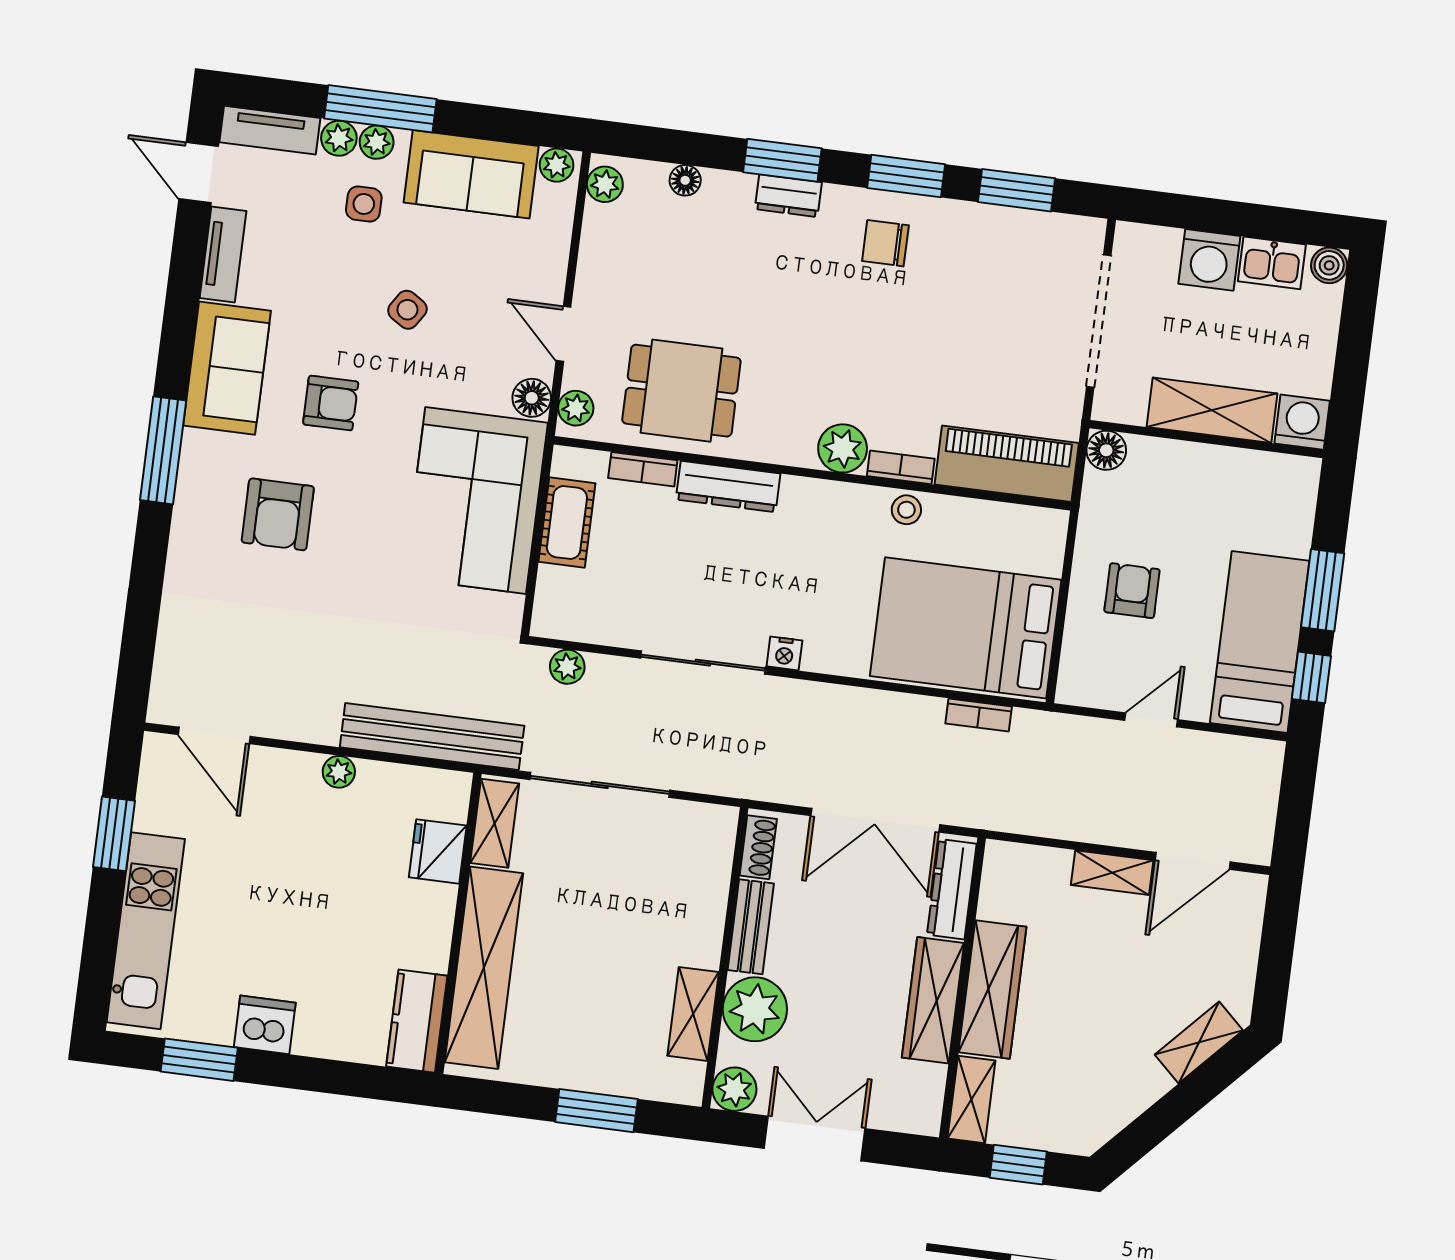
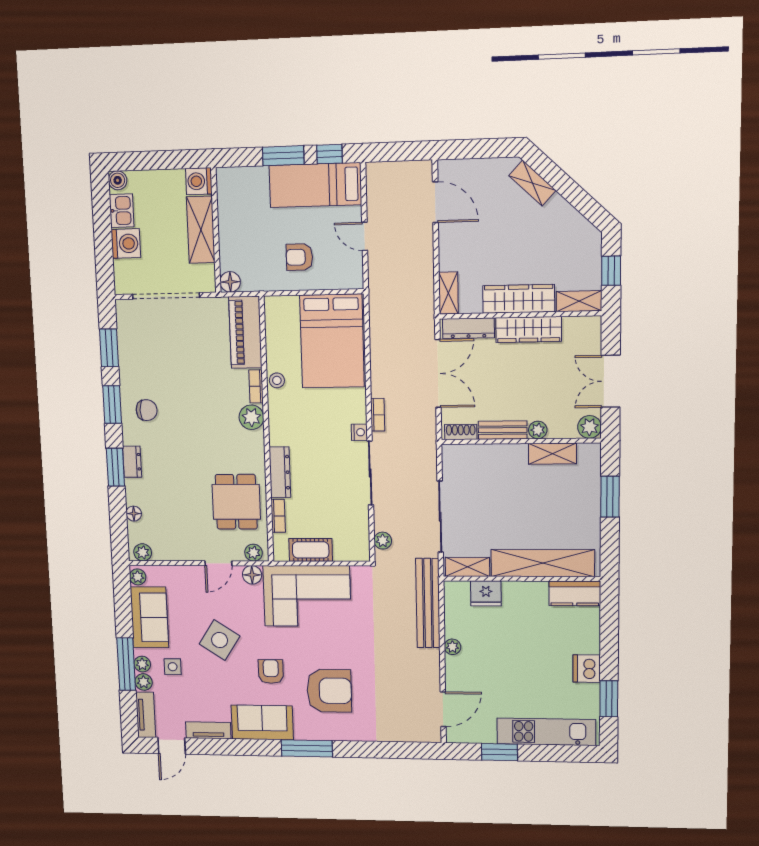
chair: (885, 243) -> (147, 410), turned -90
side table: (407, 310) -> (220, 640), width x1.87, depth x1.87
armchair: (278, 514) -> (329, 691), width x1.36, depth x1.36
bookcase: (979, 715) -> (378, 415), moved
shelving: (1112, 873) -> (448, 293), moved
plant: (755, 1009) -> (538, 430), width x0.53, depth x0.53

